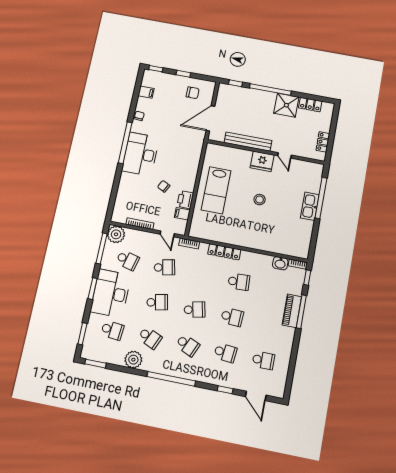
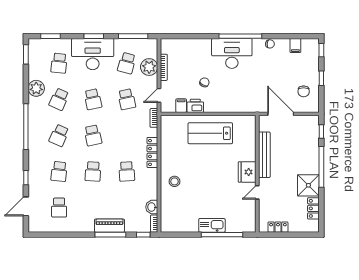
stool: (260, 200) -> (174, 181), moved
plant: (116, 234) -> (149, 67), moved

